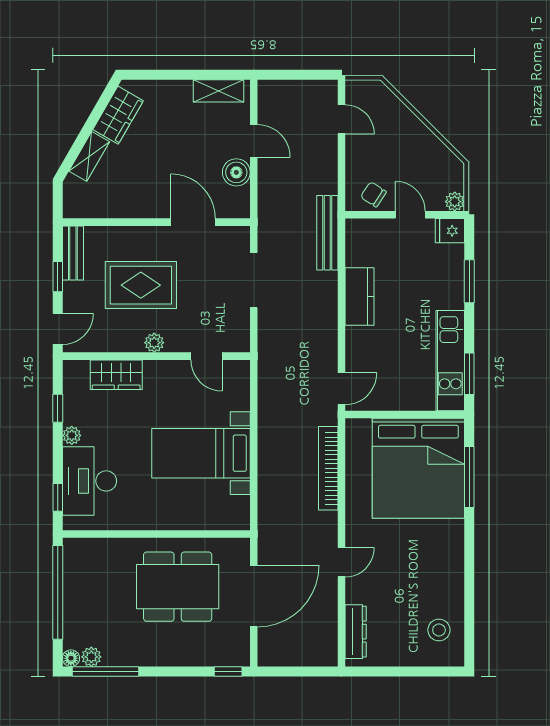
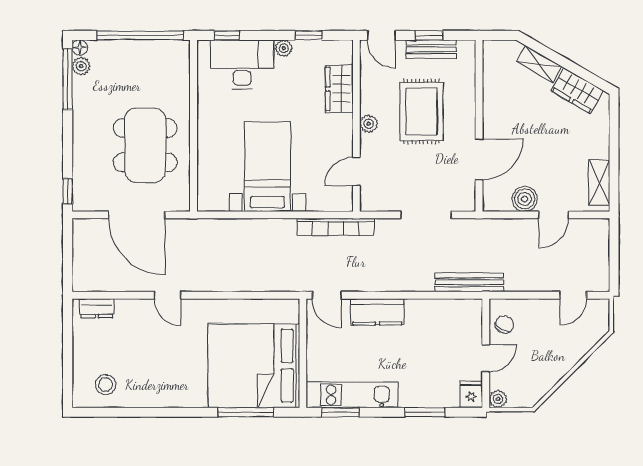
bench: (73, 253) -> (431, 49), moved
kitchen counter: (360, 297) -> (377, 312), moved
bookcase: (328, 468) -> (336, 227), moved, turned 180
dresser: (356, 632) -> (97, 308), width x0.70

